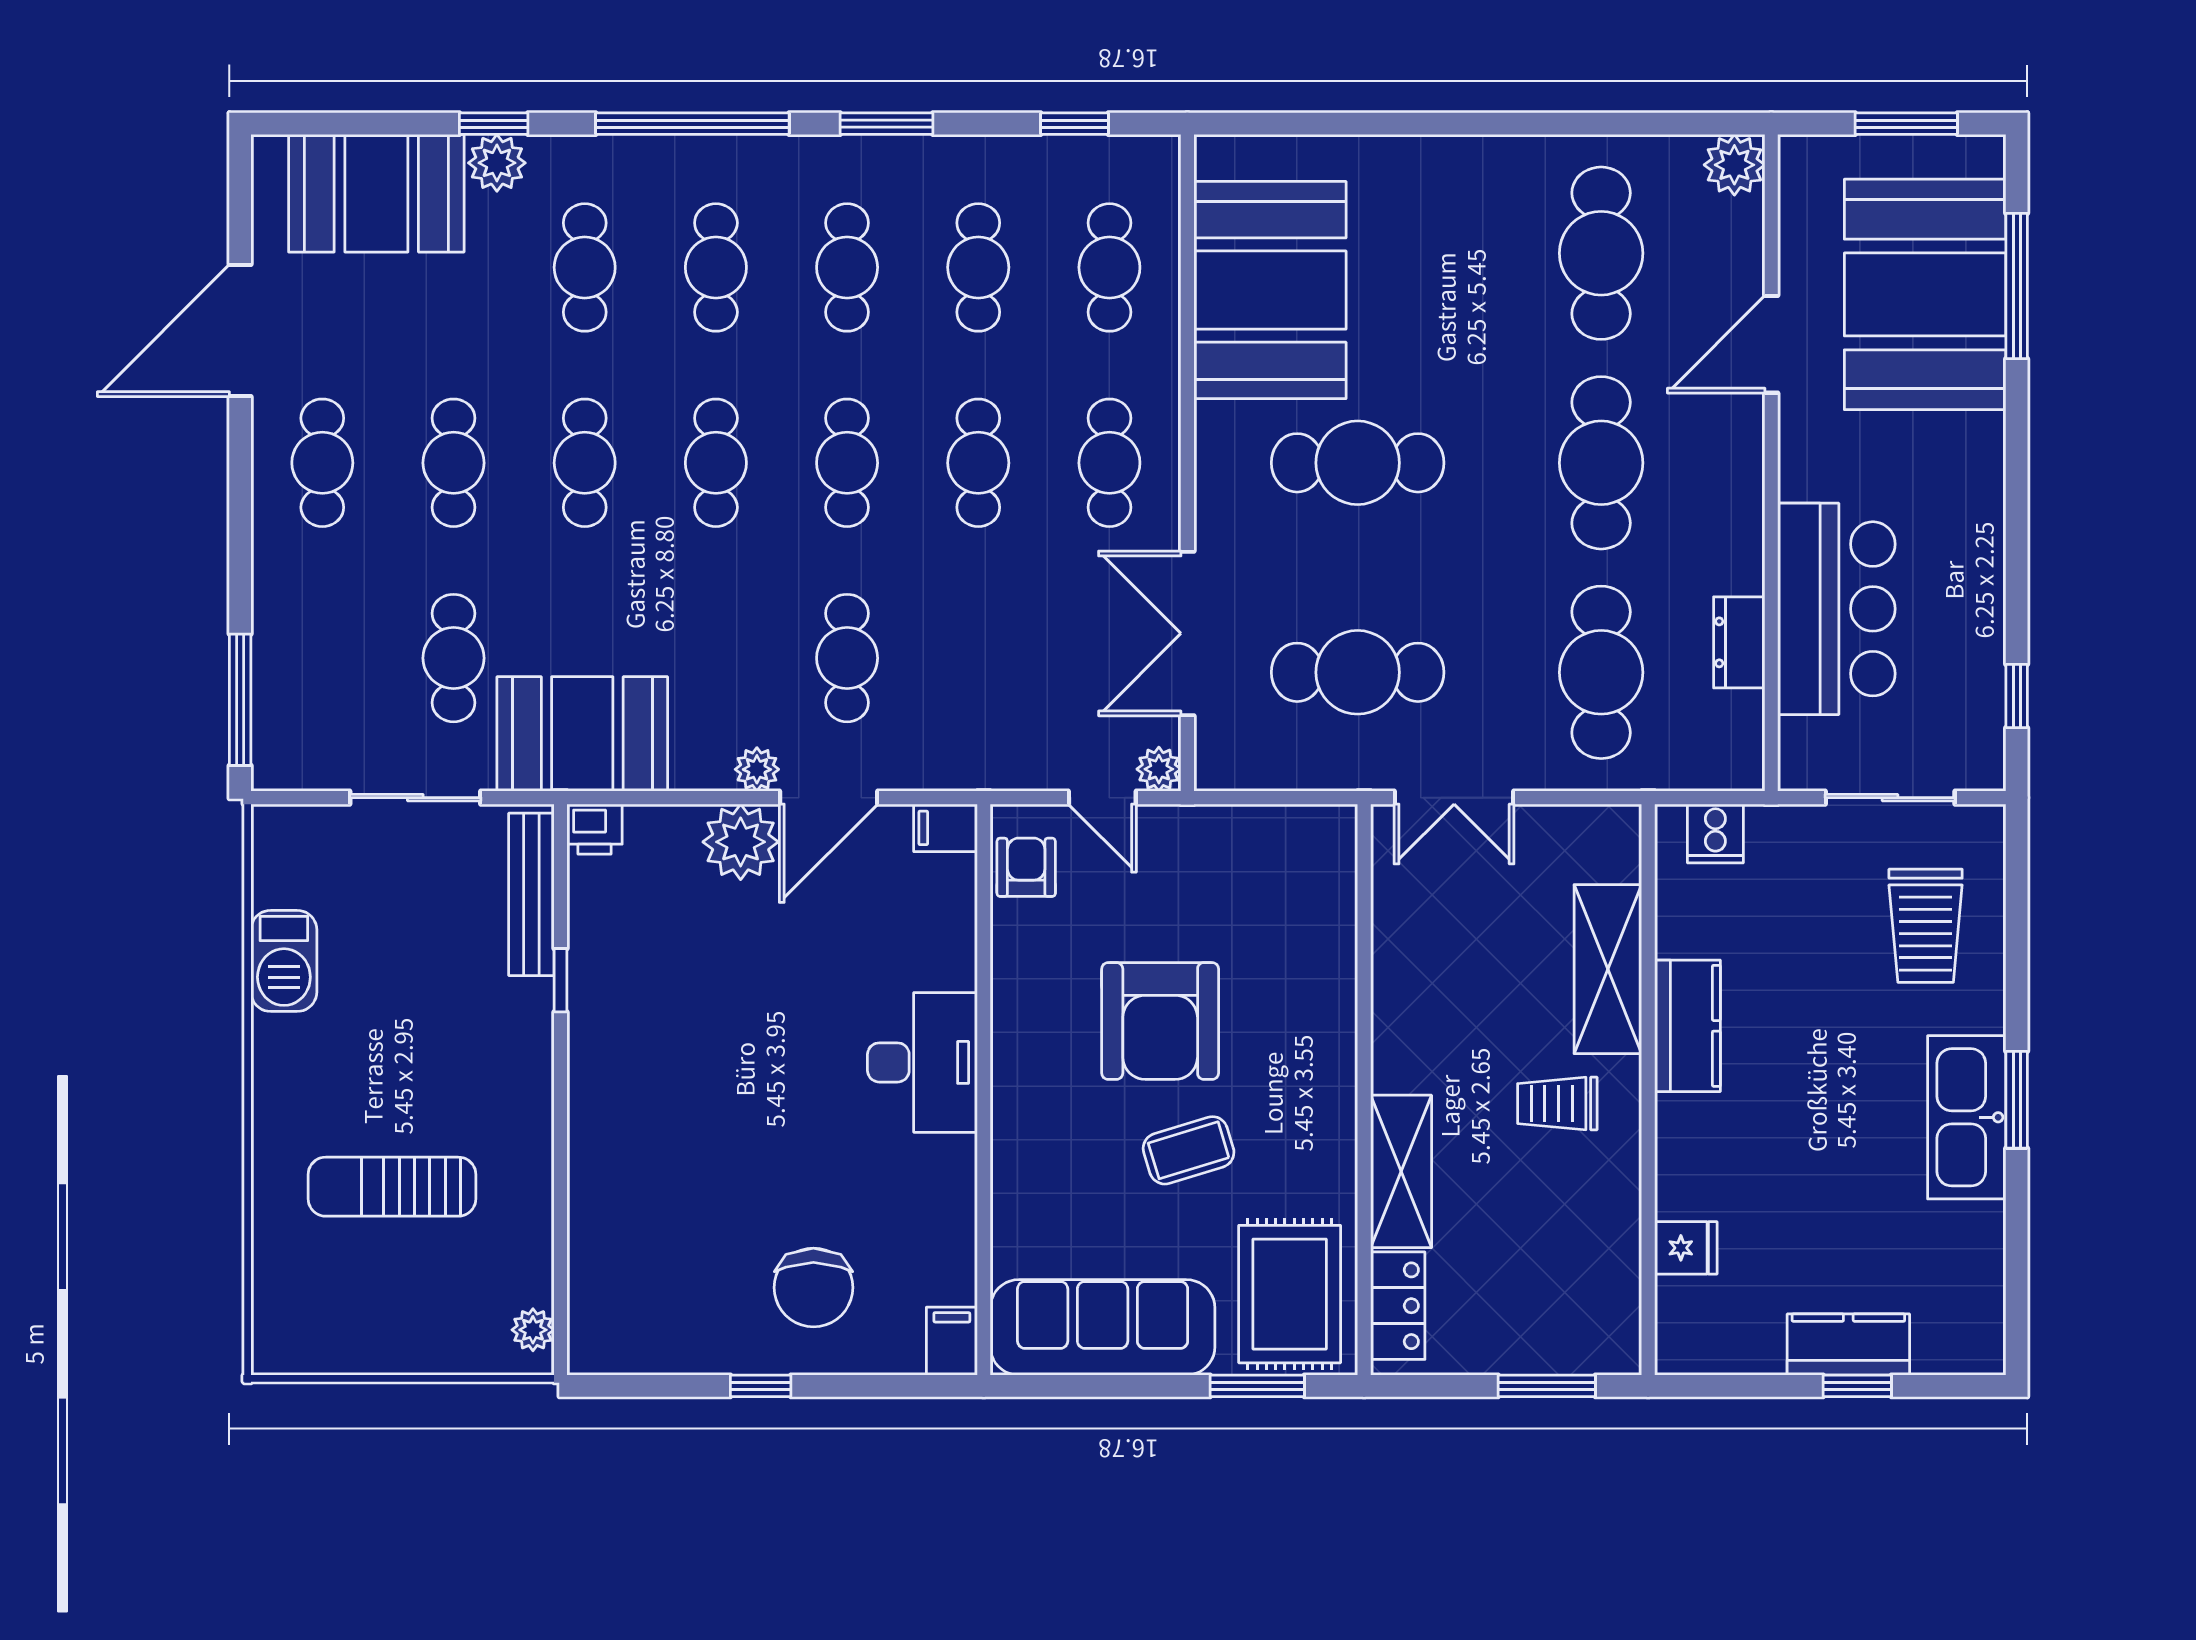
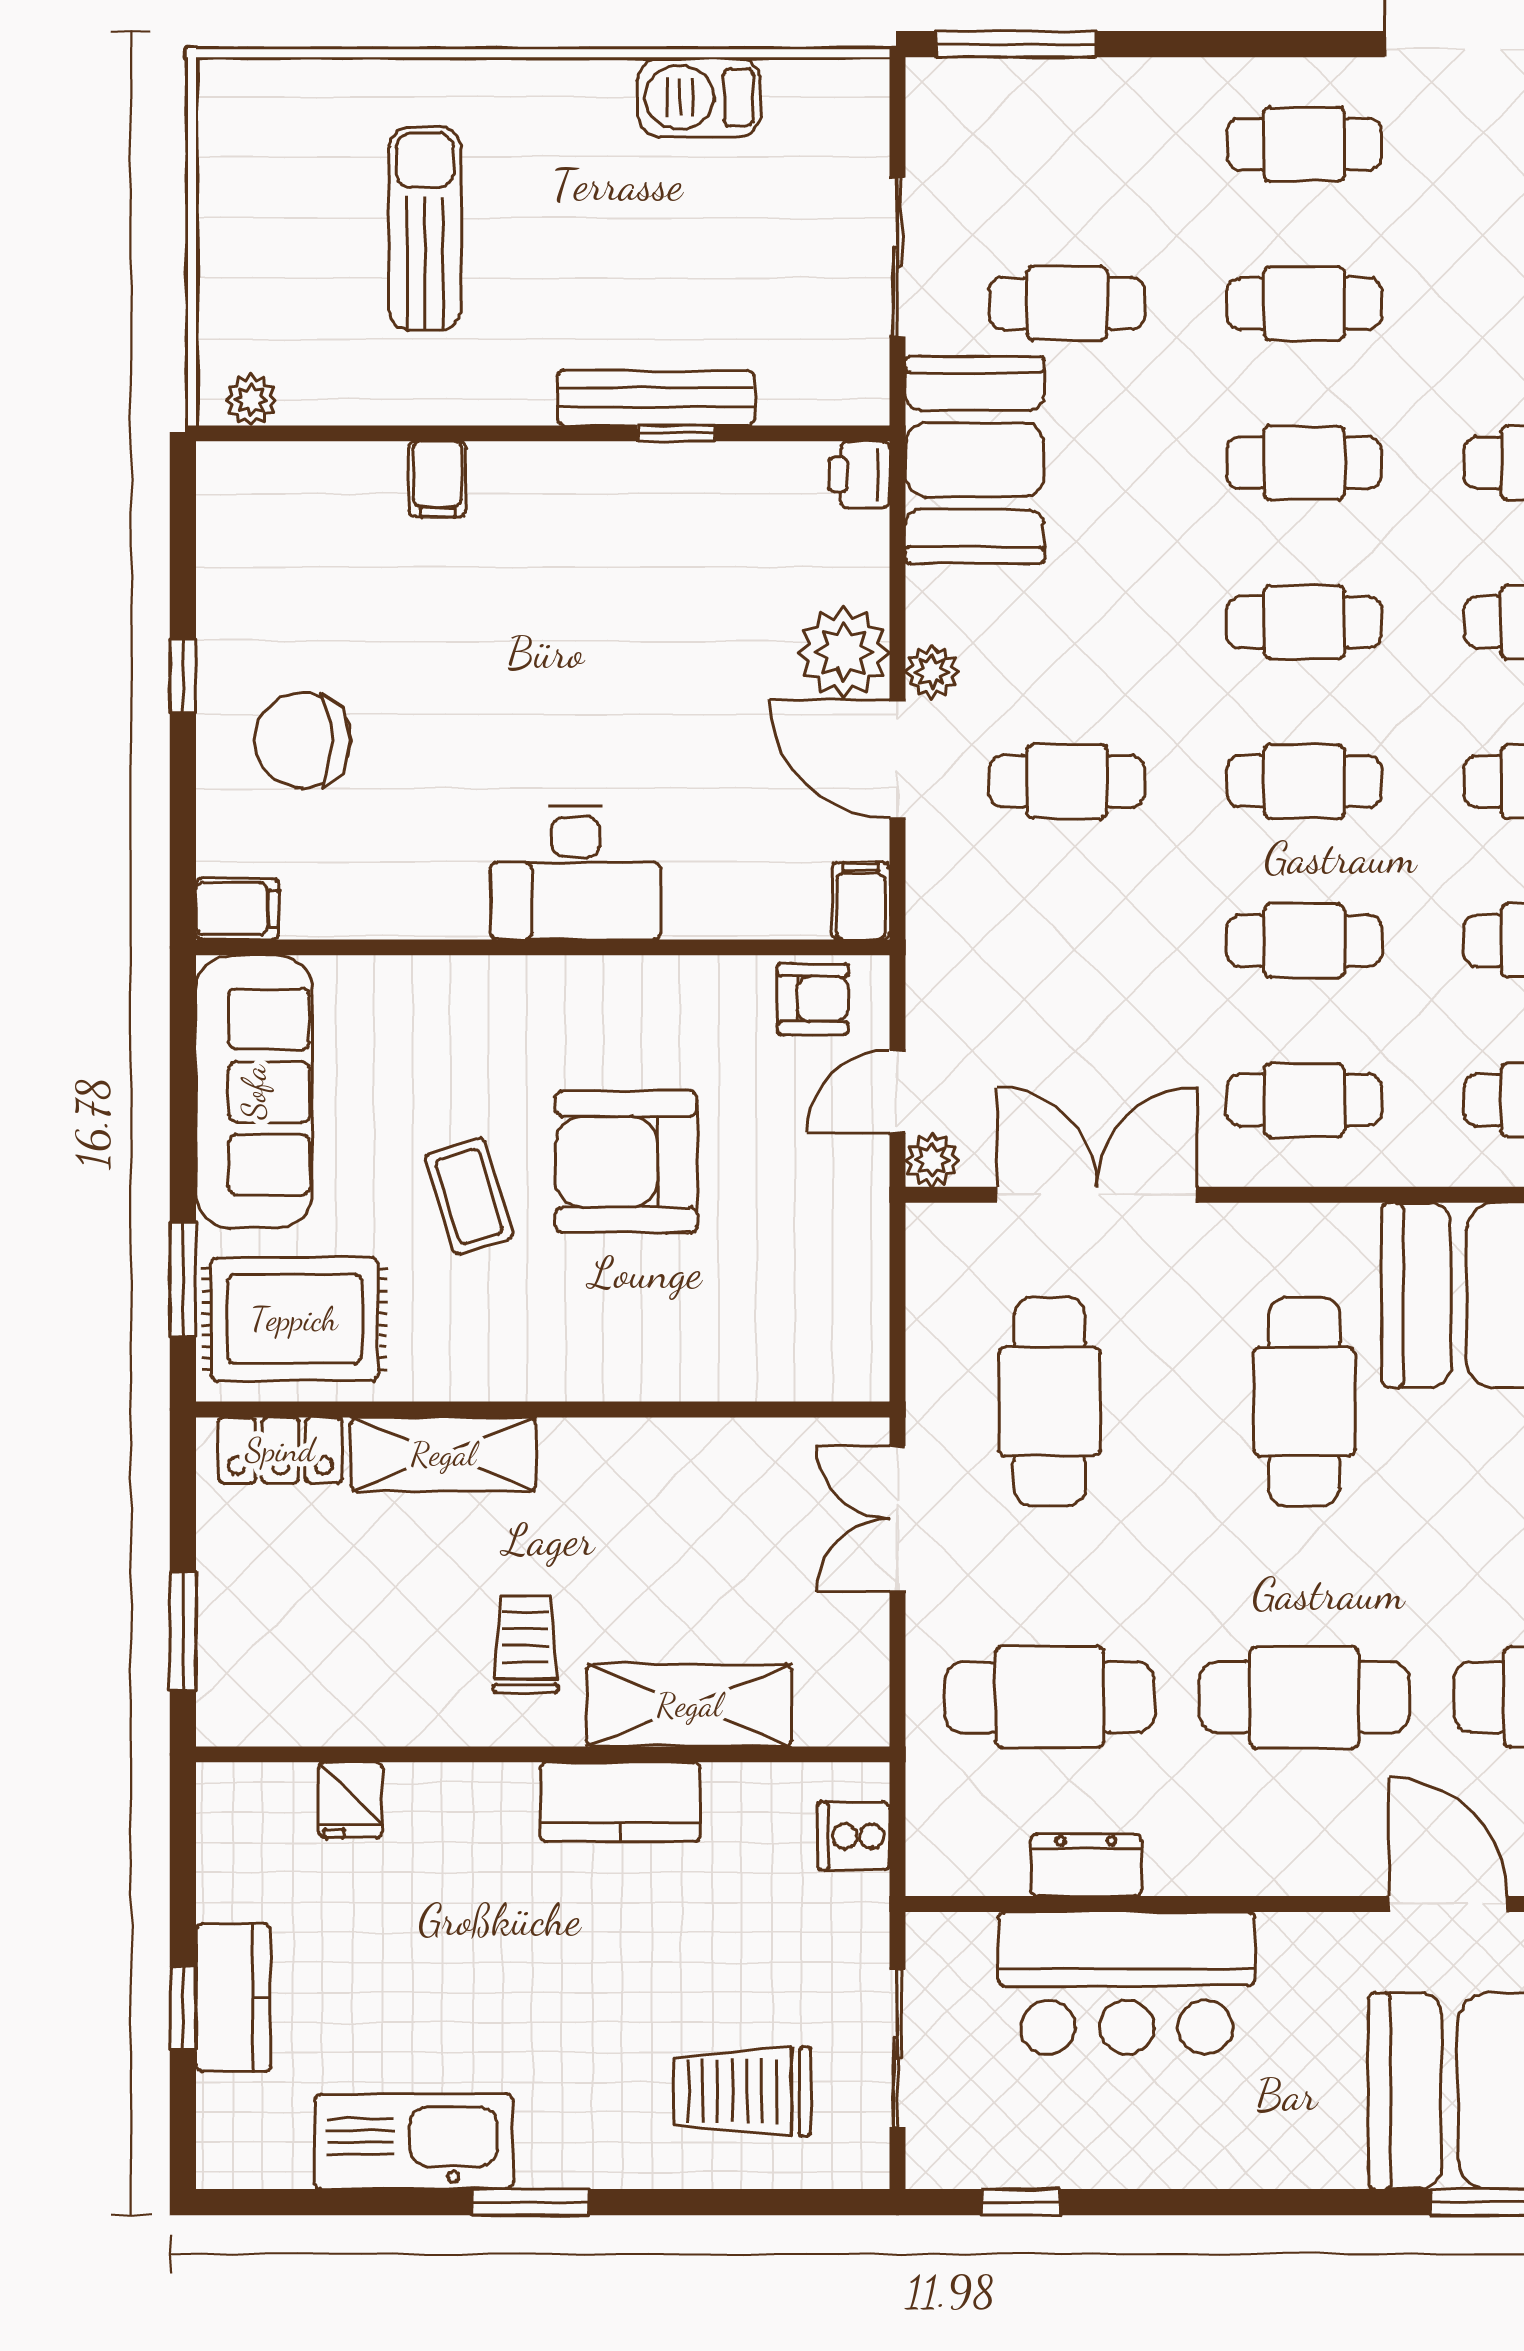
bench: (531, 894) -> (656, 398), moved
kitchen sink: (1967, 1117) -> (414, 2141), moved
filing cabinet: (598, 1176) -> (437, 479), added

